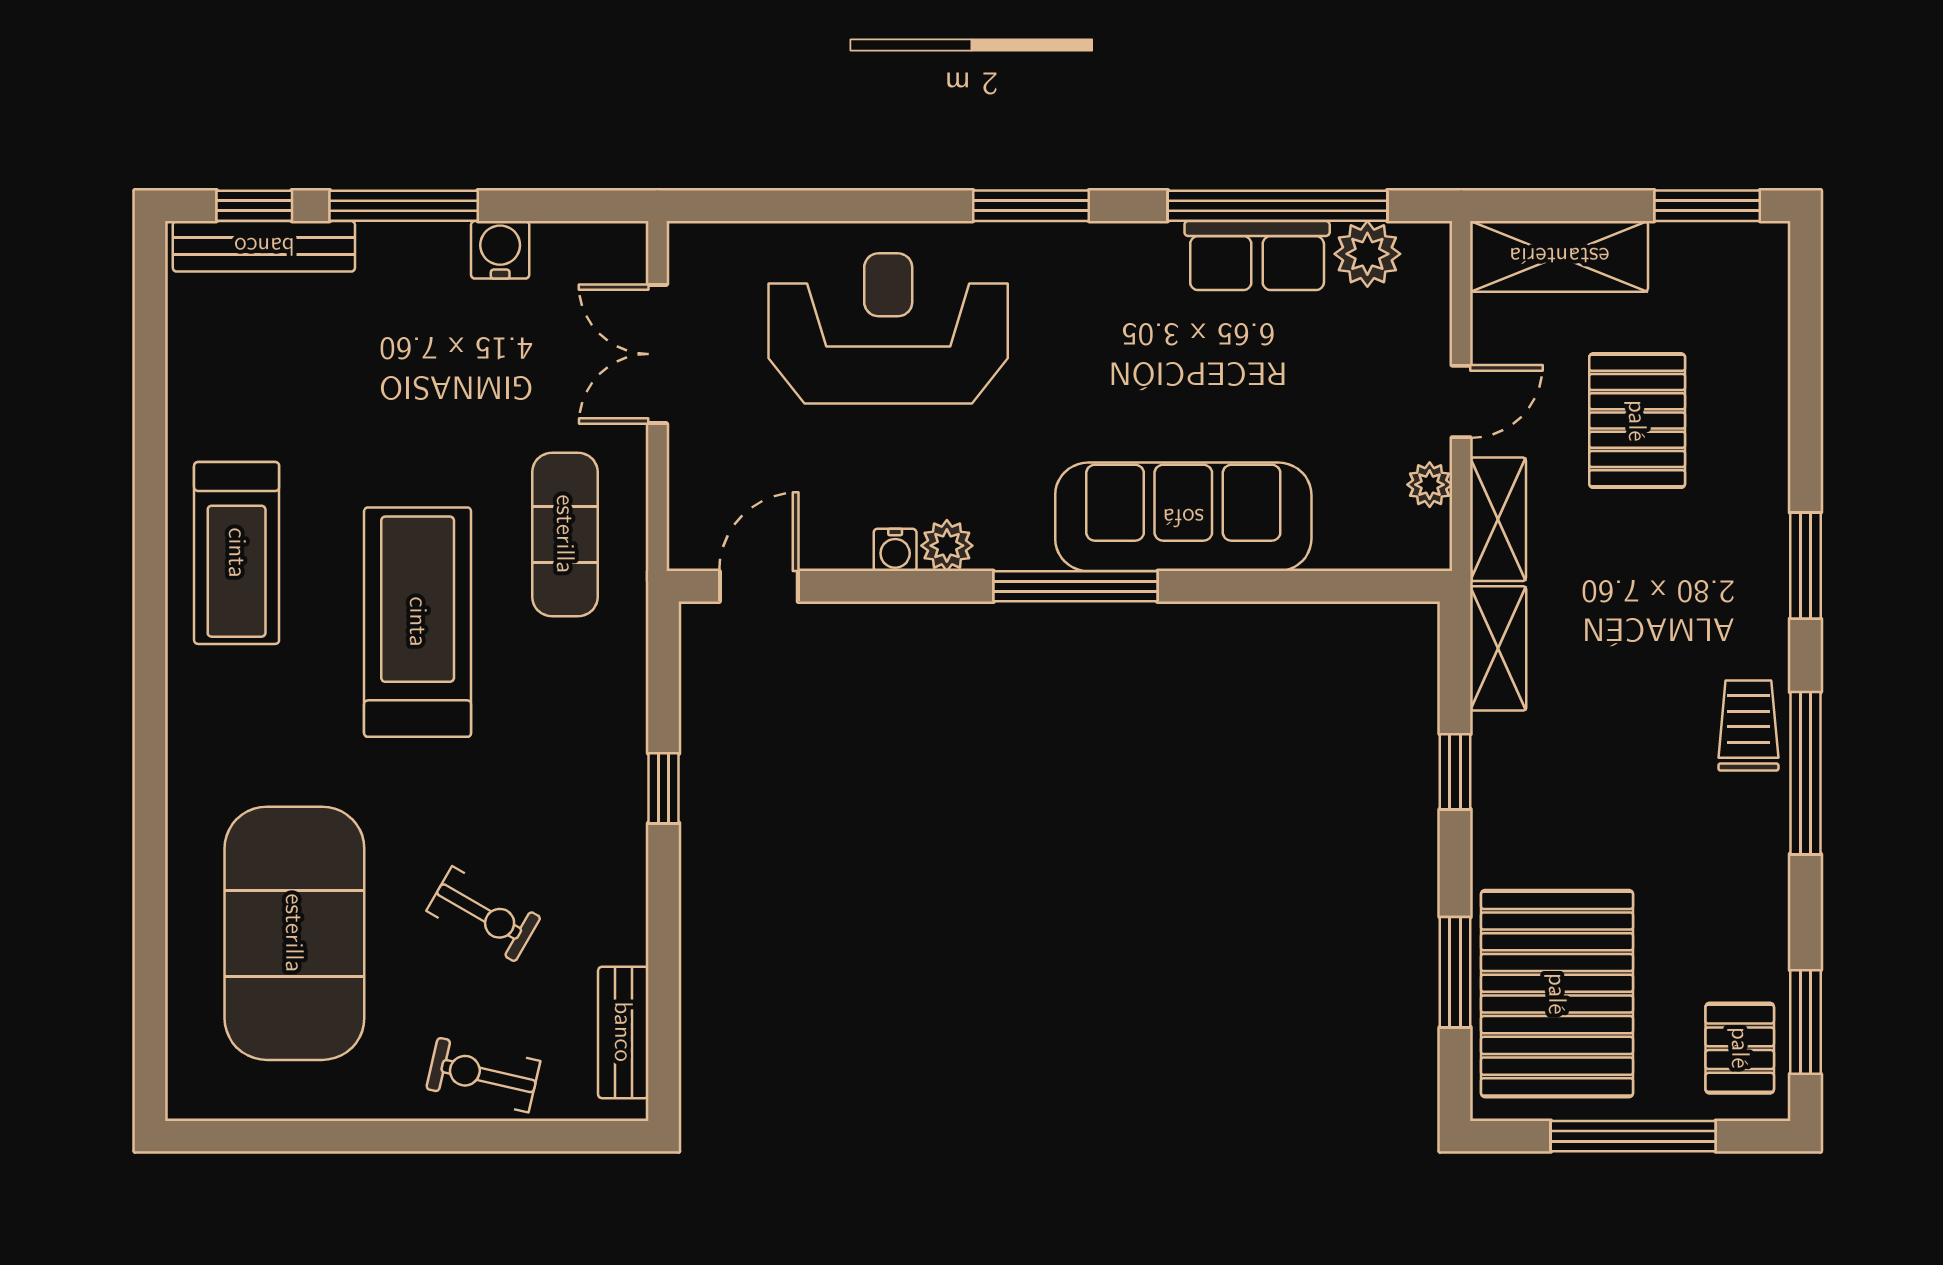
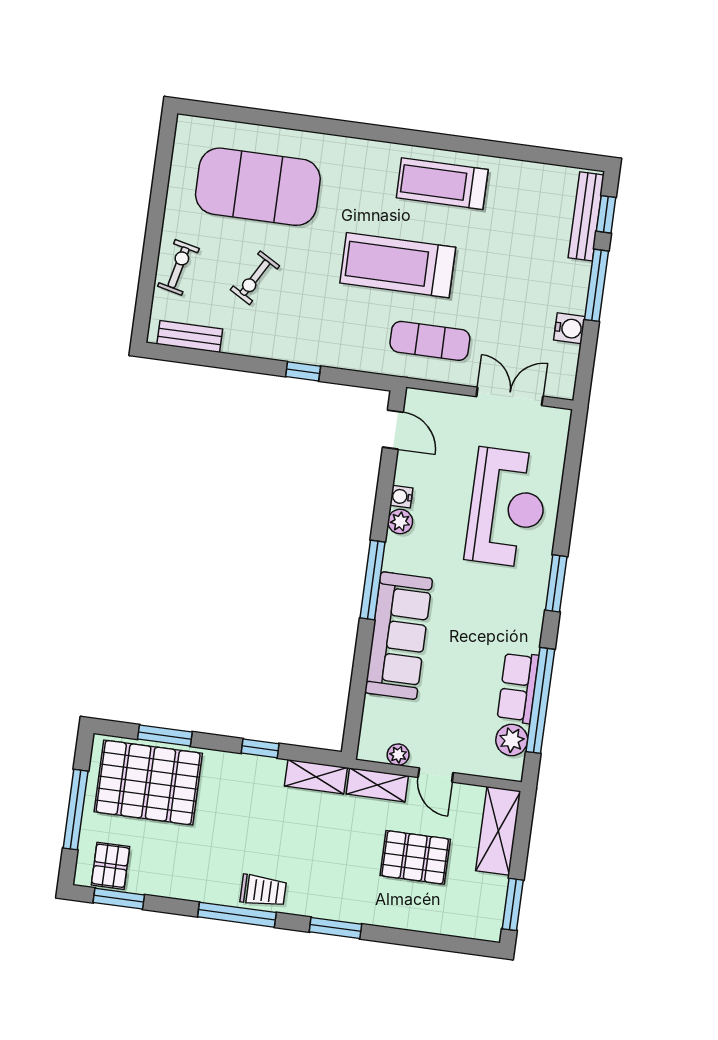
treadmill: (418, 622) -> (398, 265), turned 180
pallet: (1740, 1048) -> (111, 866), turned 90

